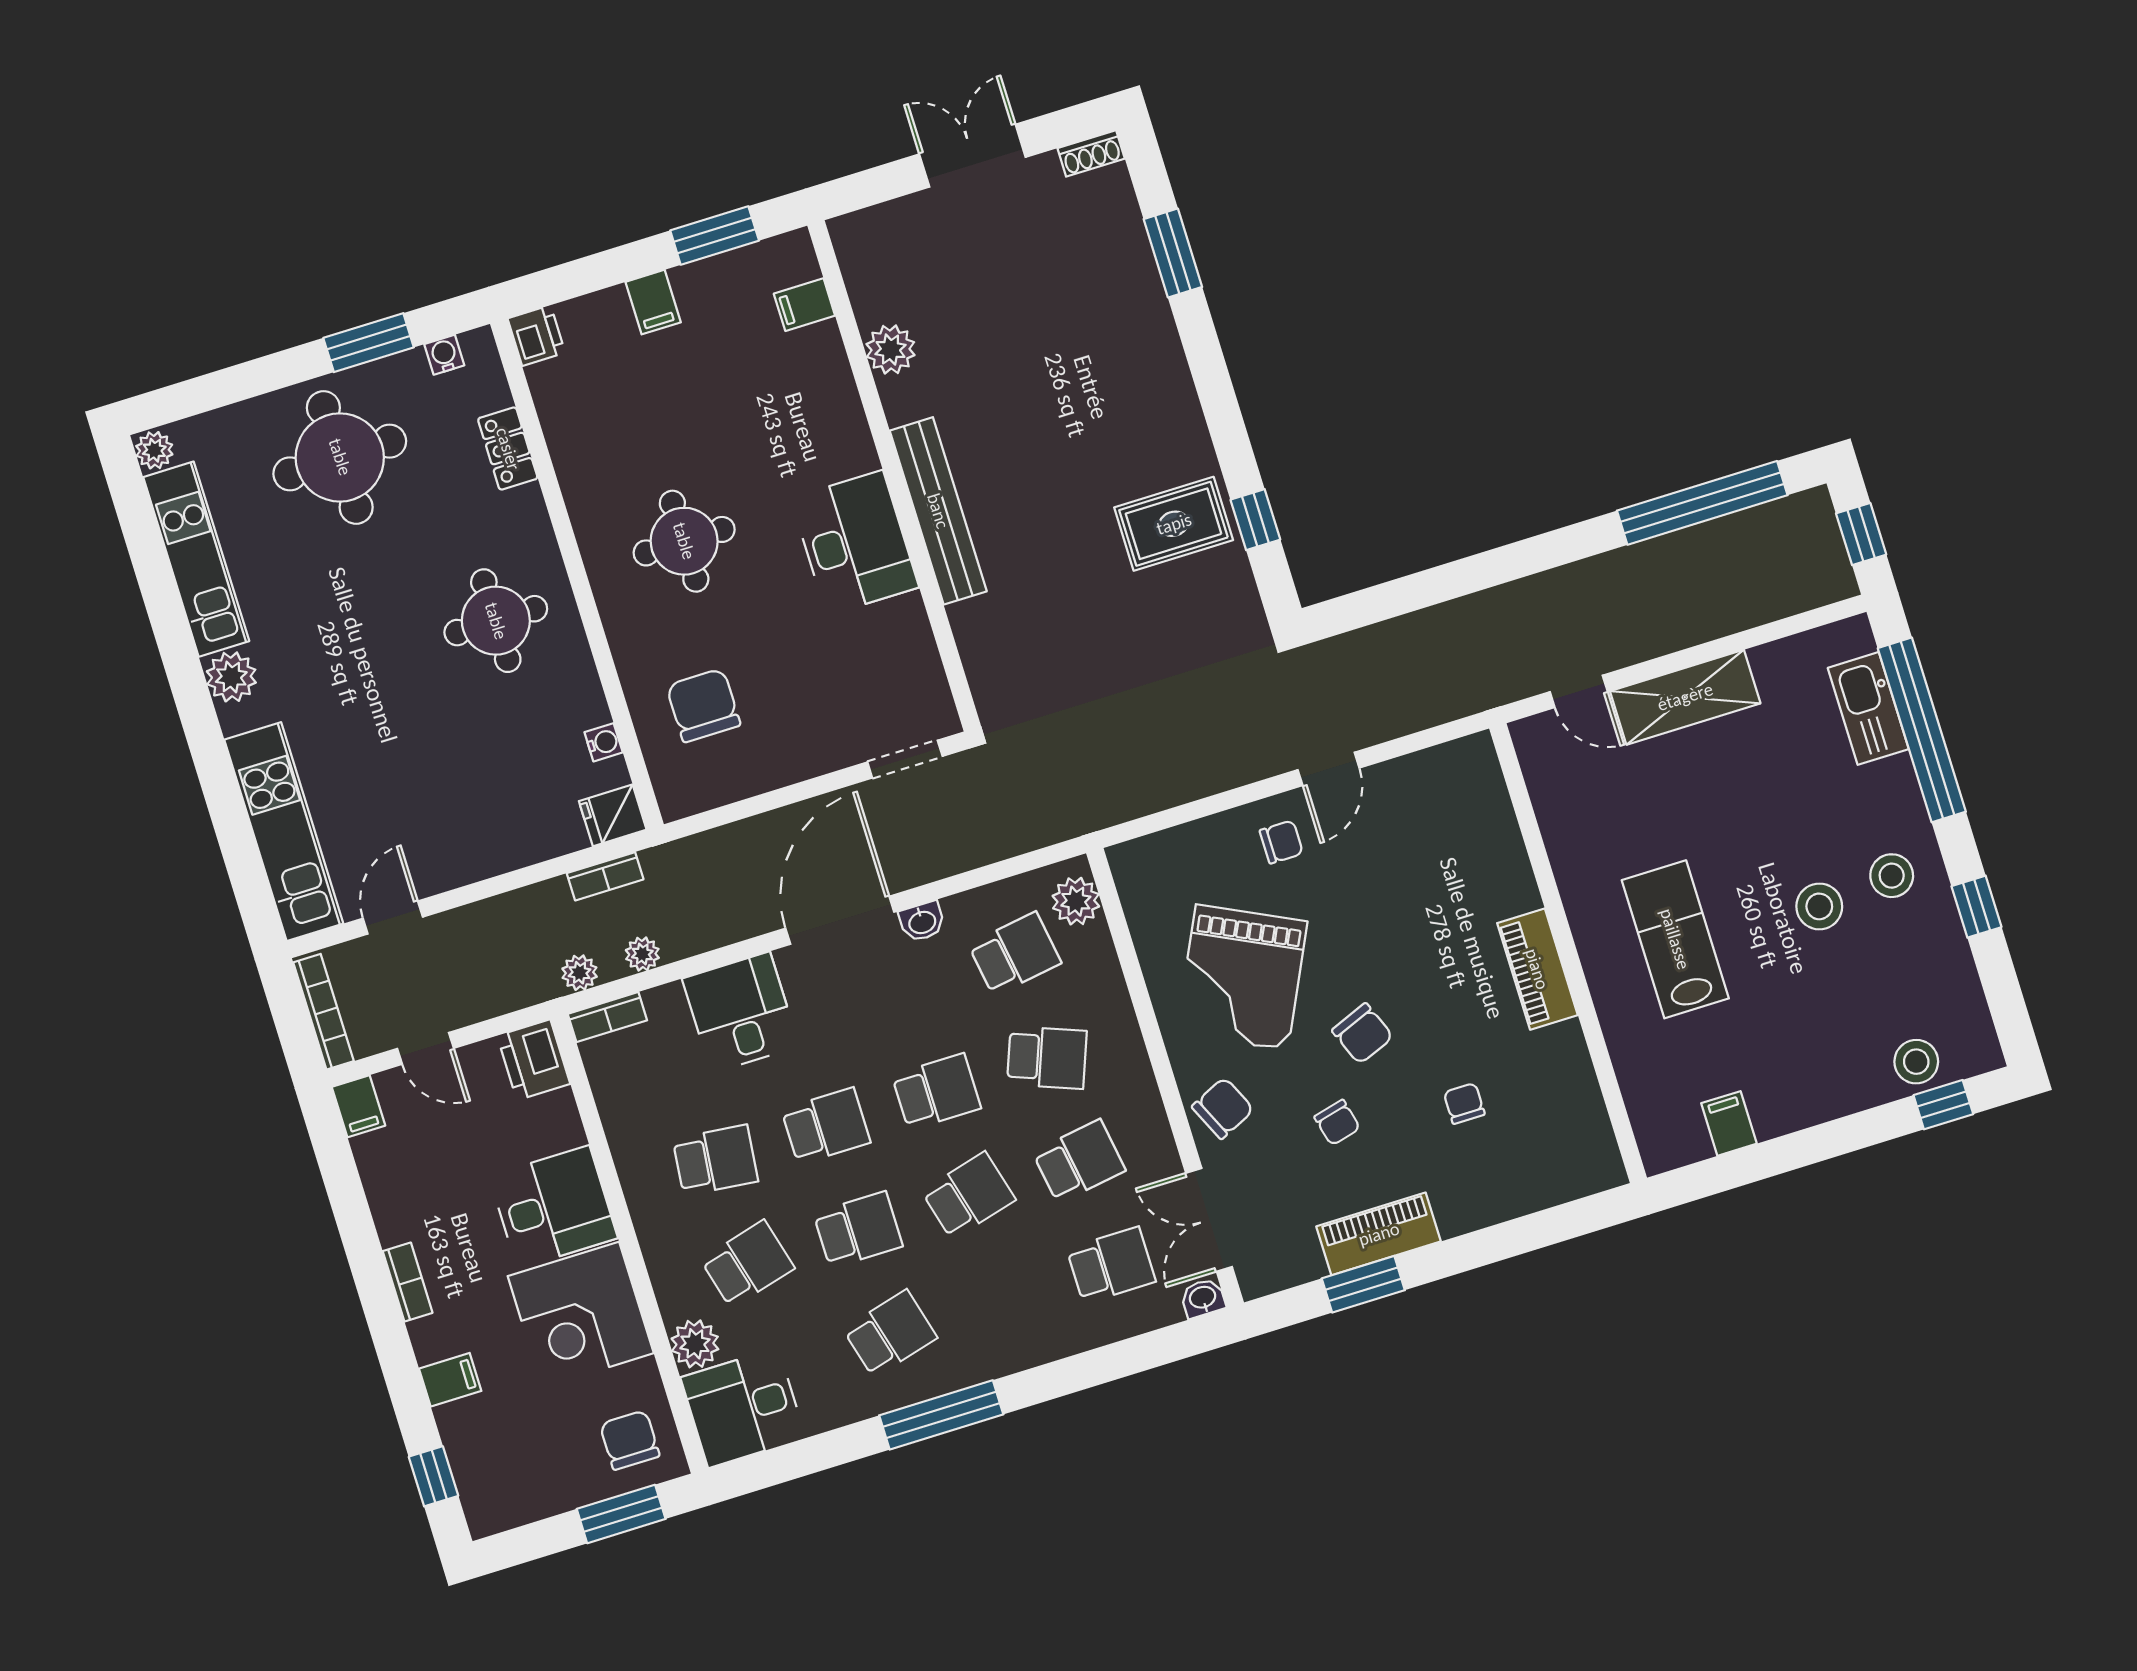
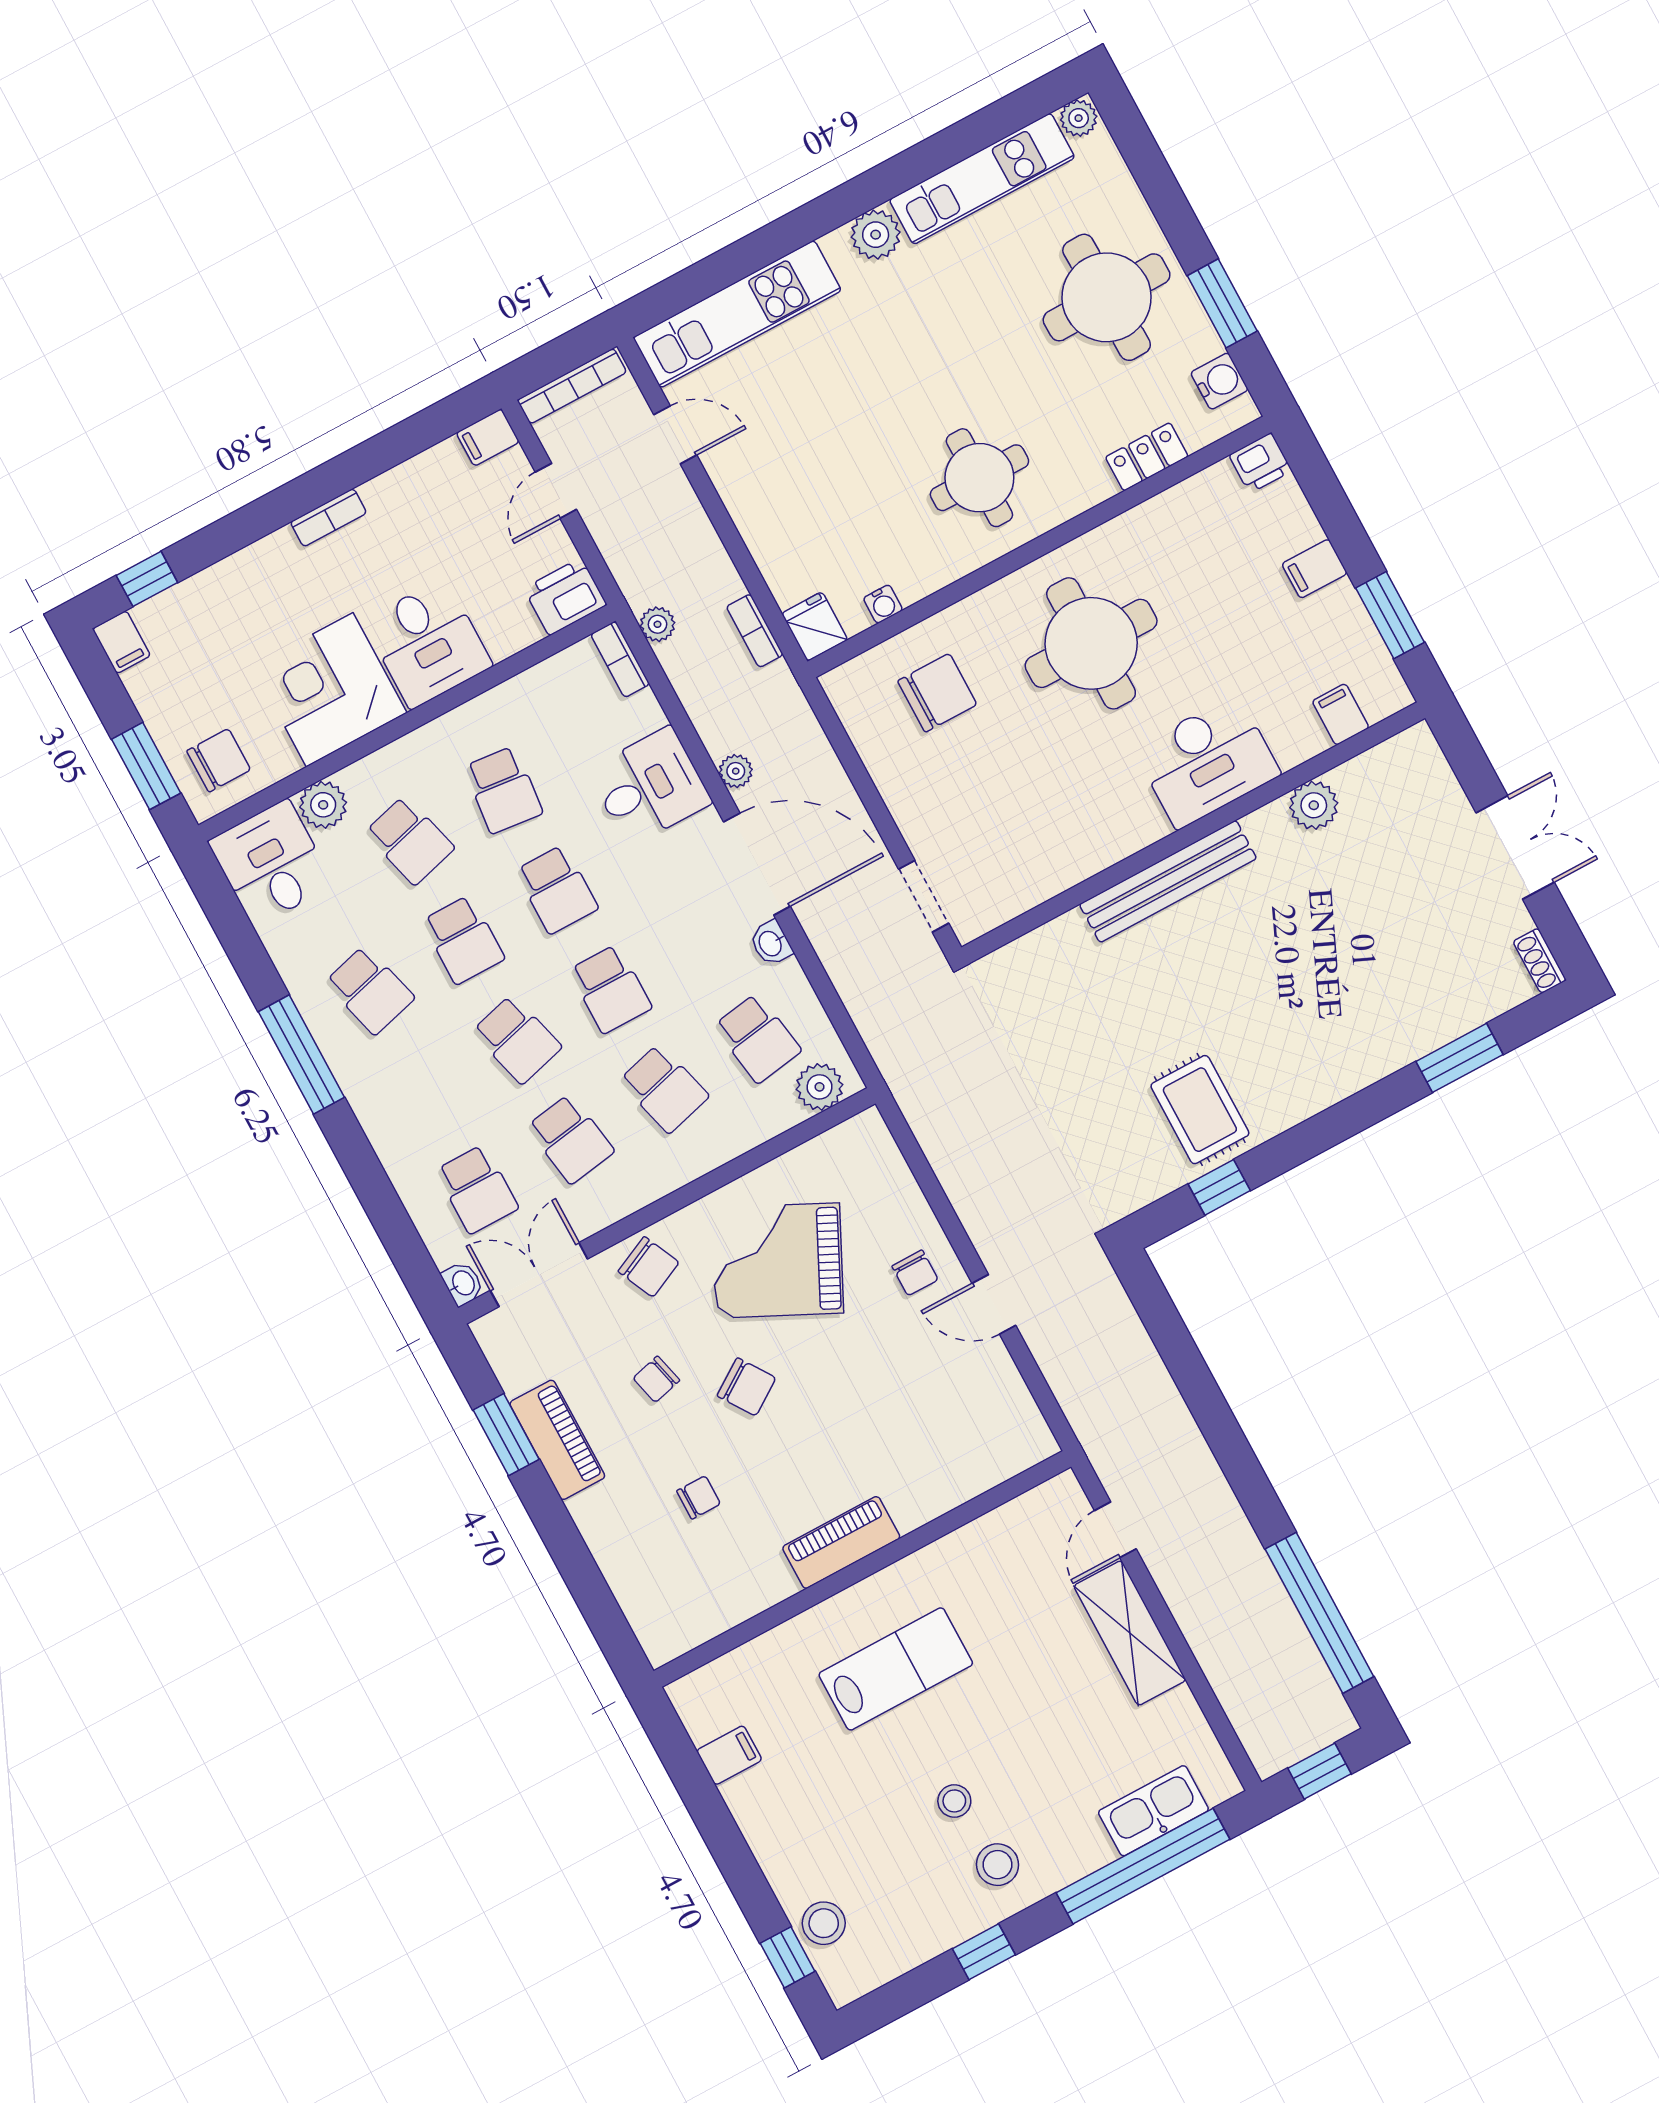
water cooler: (444, 355) -> (1219, 381), width x1.38, depth x1.38
round table: (684, 541) -> (1091, 643), width x1.36, depth x1.36
desk: (855, 543) -> (1207, 761), moved
stool: (1819, 906) -> (954, 1801), width x0.73, depth x0.73
plant: (642, 954) -> (736, 771), moved
chair: (1363, 1034) -> (746, 1387), turned -102
school desk: (1047, 1058) -> (664, 1089), turned -36
filing cabinet: (450, 1380) -> (121, 642), moved

